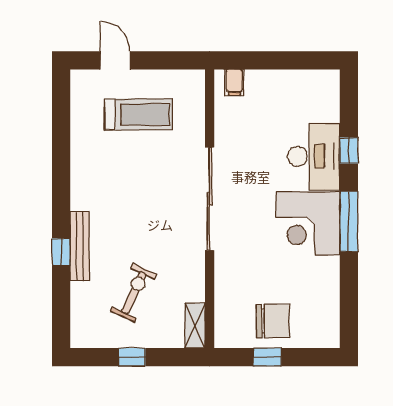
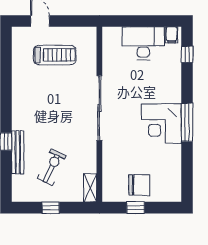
filing cabinet: (234, 82) -> (172, 35), moved
window: (349, 151) -> (187, 54), moved
desk: (314, 156) -> (143, 43), moved, turned -90
bench: (80, 246) -> (18, 152), moved

